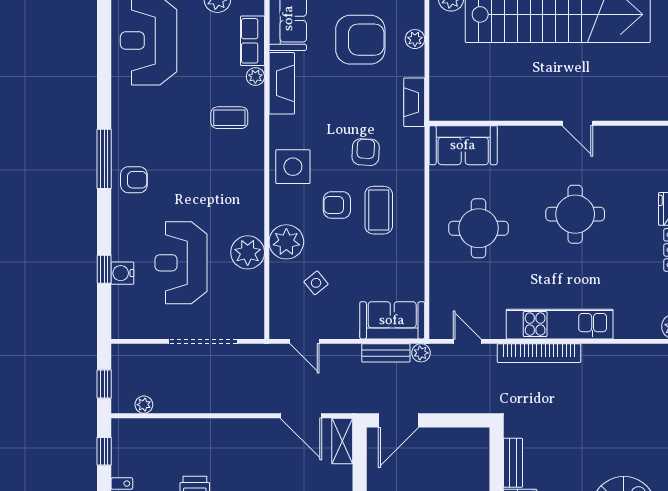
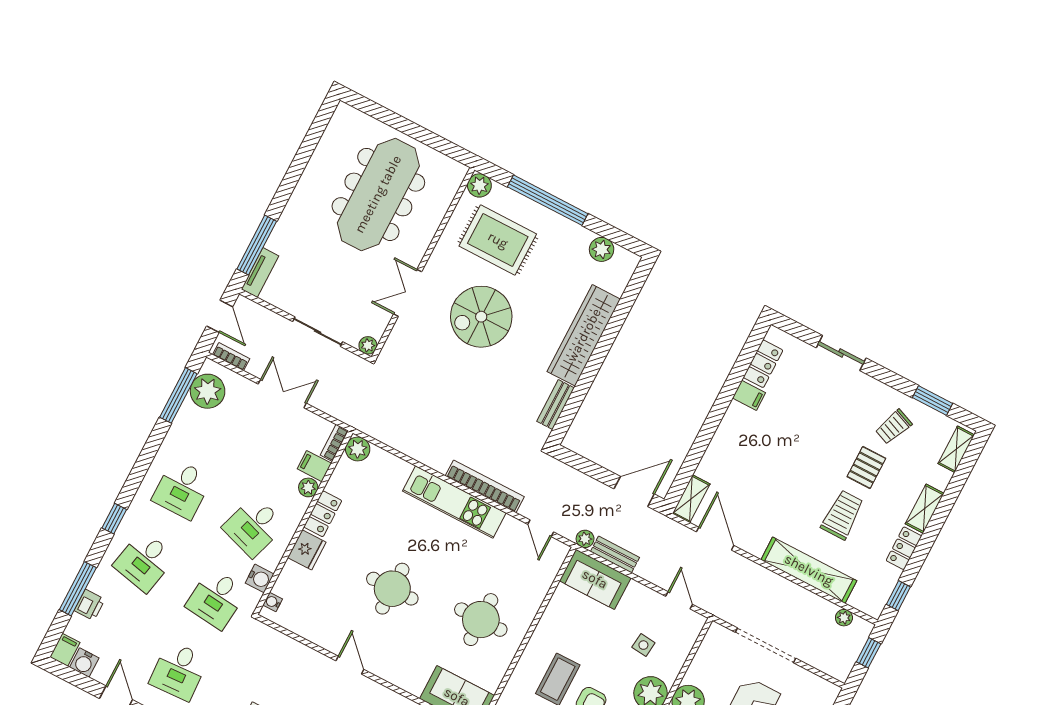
side table: (316, 283) -> (643, 645), turned 45
shelving: (199, 431) -> (809, 570), added

